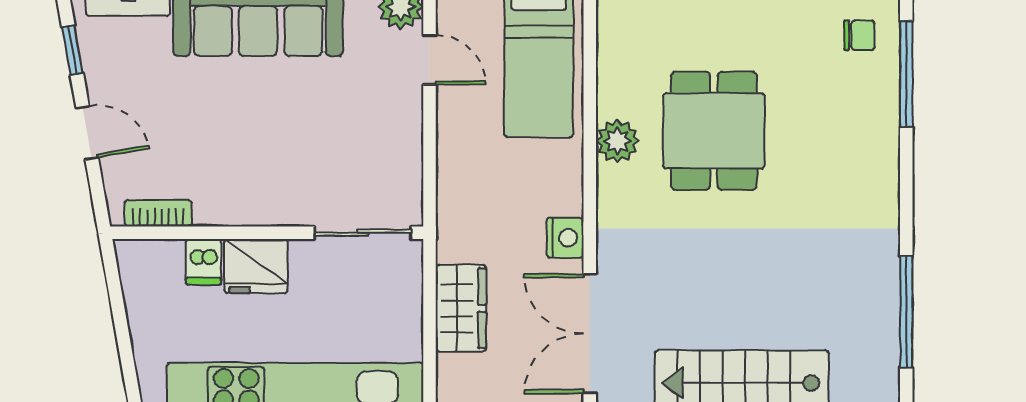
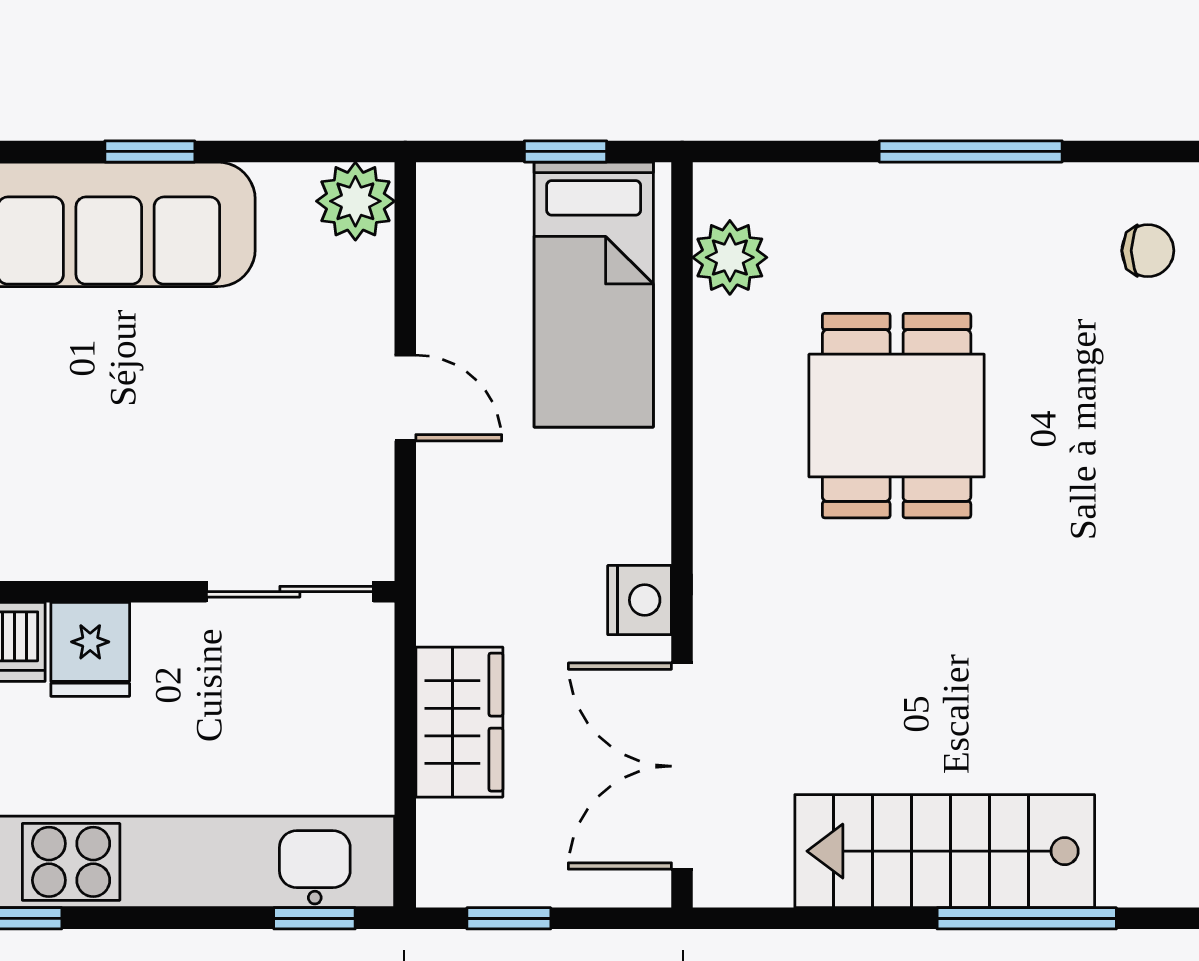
door: (430, 60) -> (405, 398), moved
plant: (617, 141) -> (730, 257), moved
fridge: (256, 266) -> (90, 649), width x0.72

